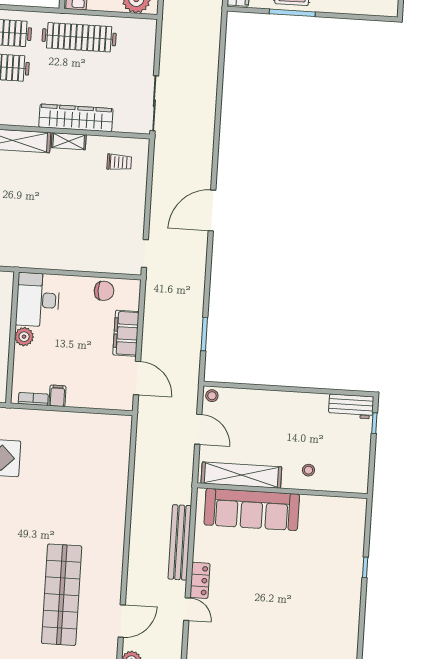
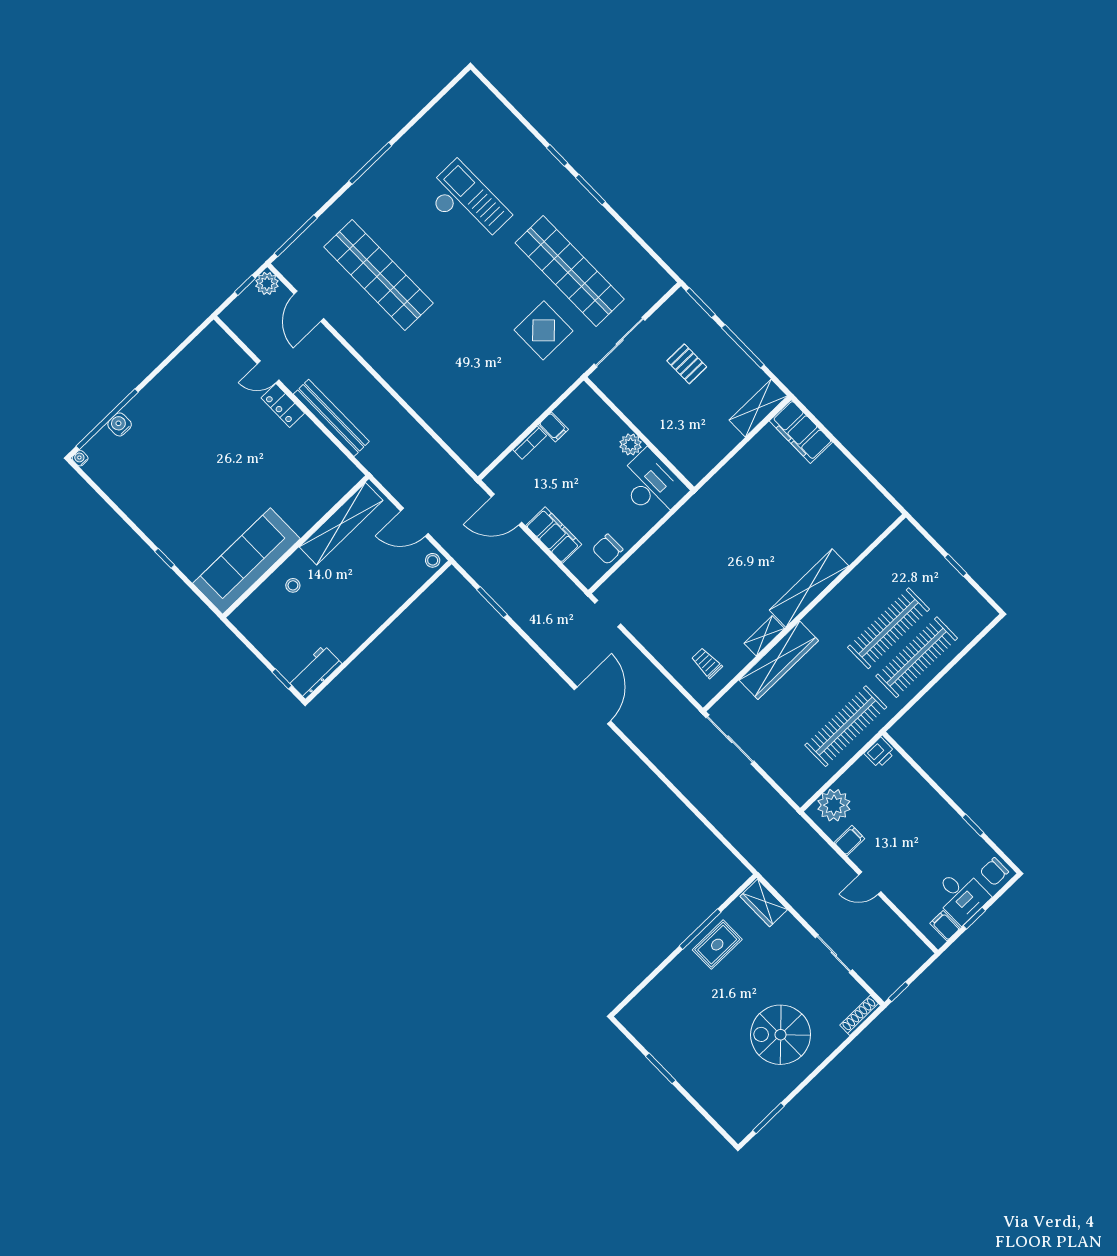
trolley: (119, 162) -> (707, 663), turned 90
bookcase: (33, 399) -> (530, 443), moved
sofa: (252, 509) -> (246, 561), moved

